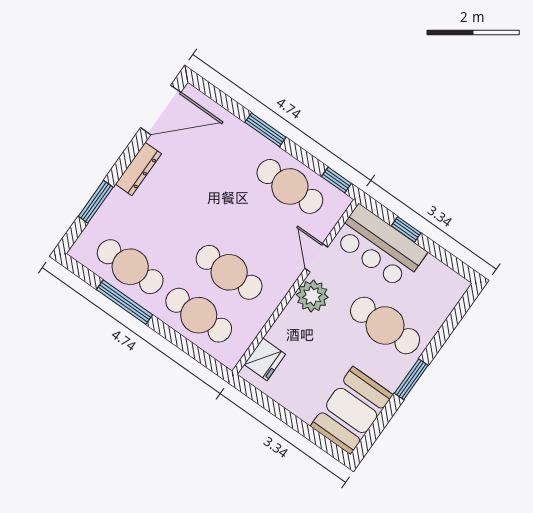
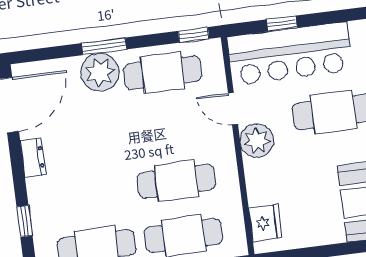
plant: (246, 145) -> (100, 72), added
dresser: (138, 169) -> (33, 158), width x0.70
window: (96, 202) -> (24, 221), width x0.67
bar counter: (380, 247) -> (290, 53), width x1.36

